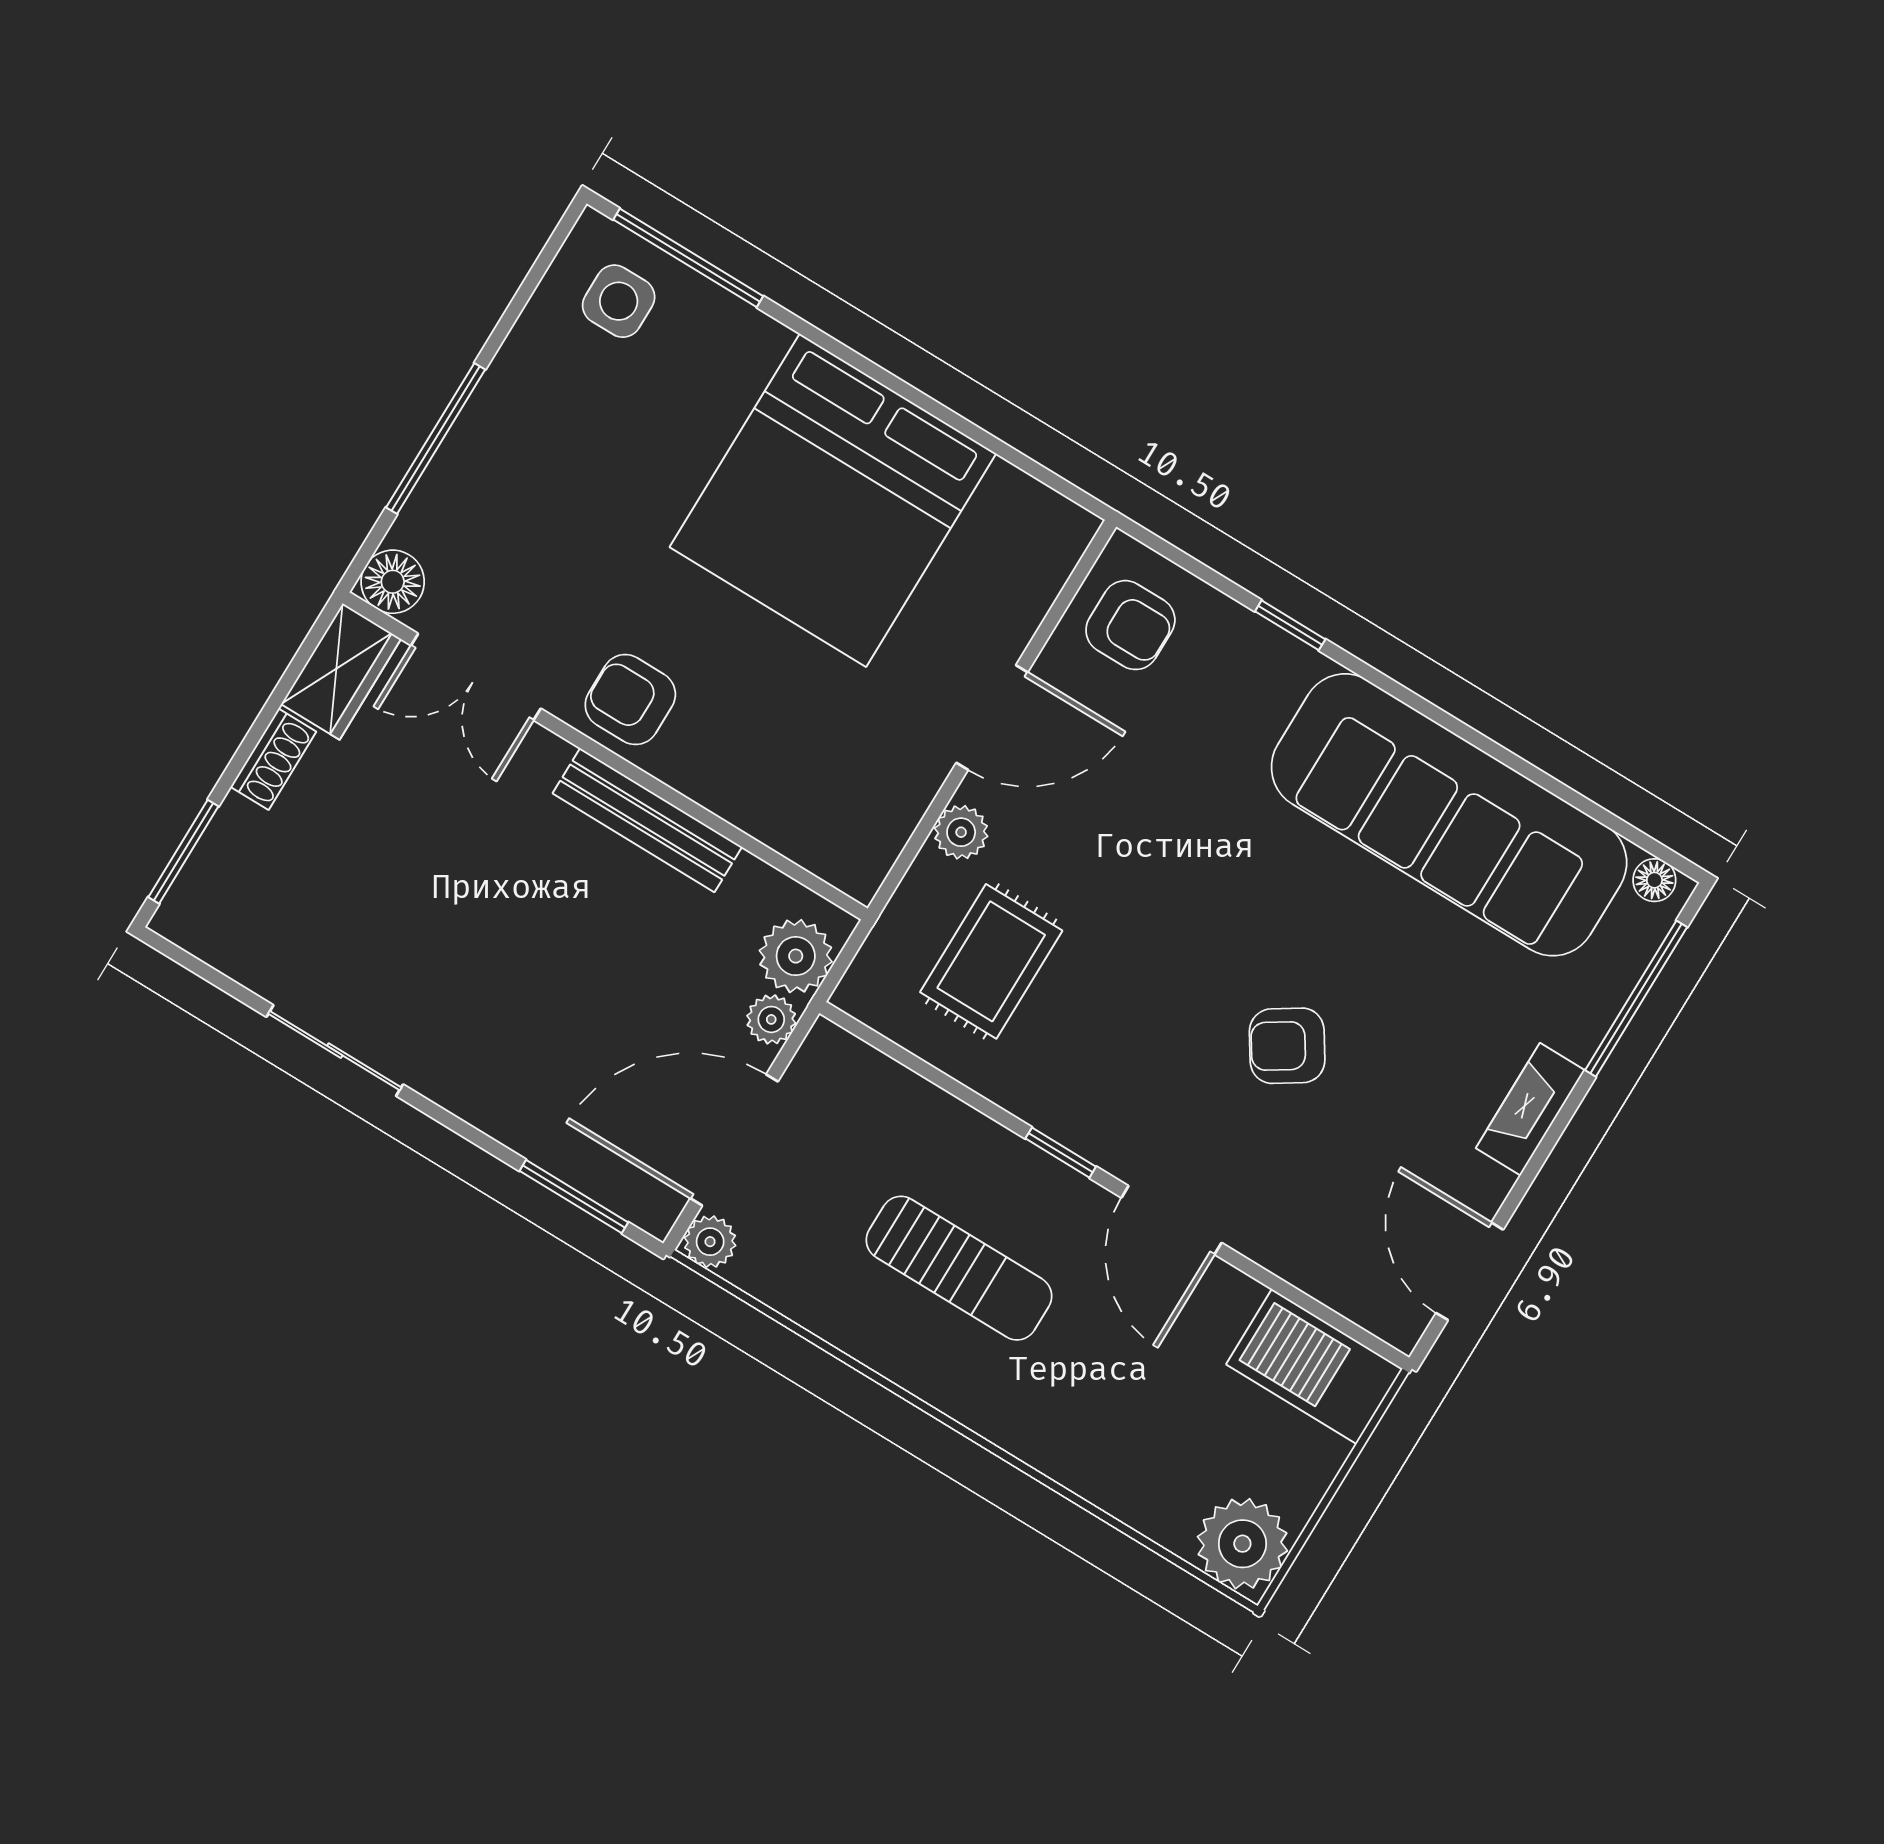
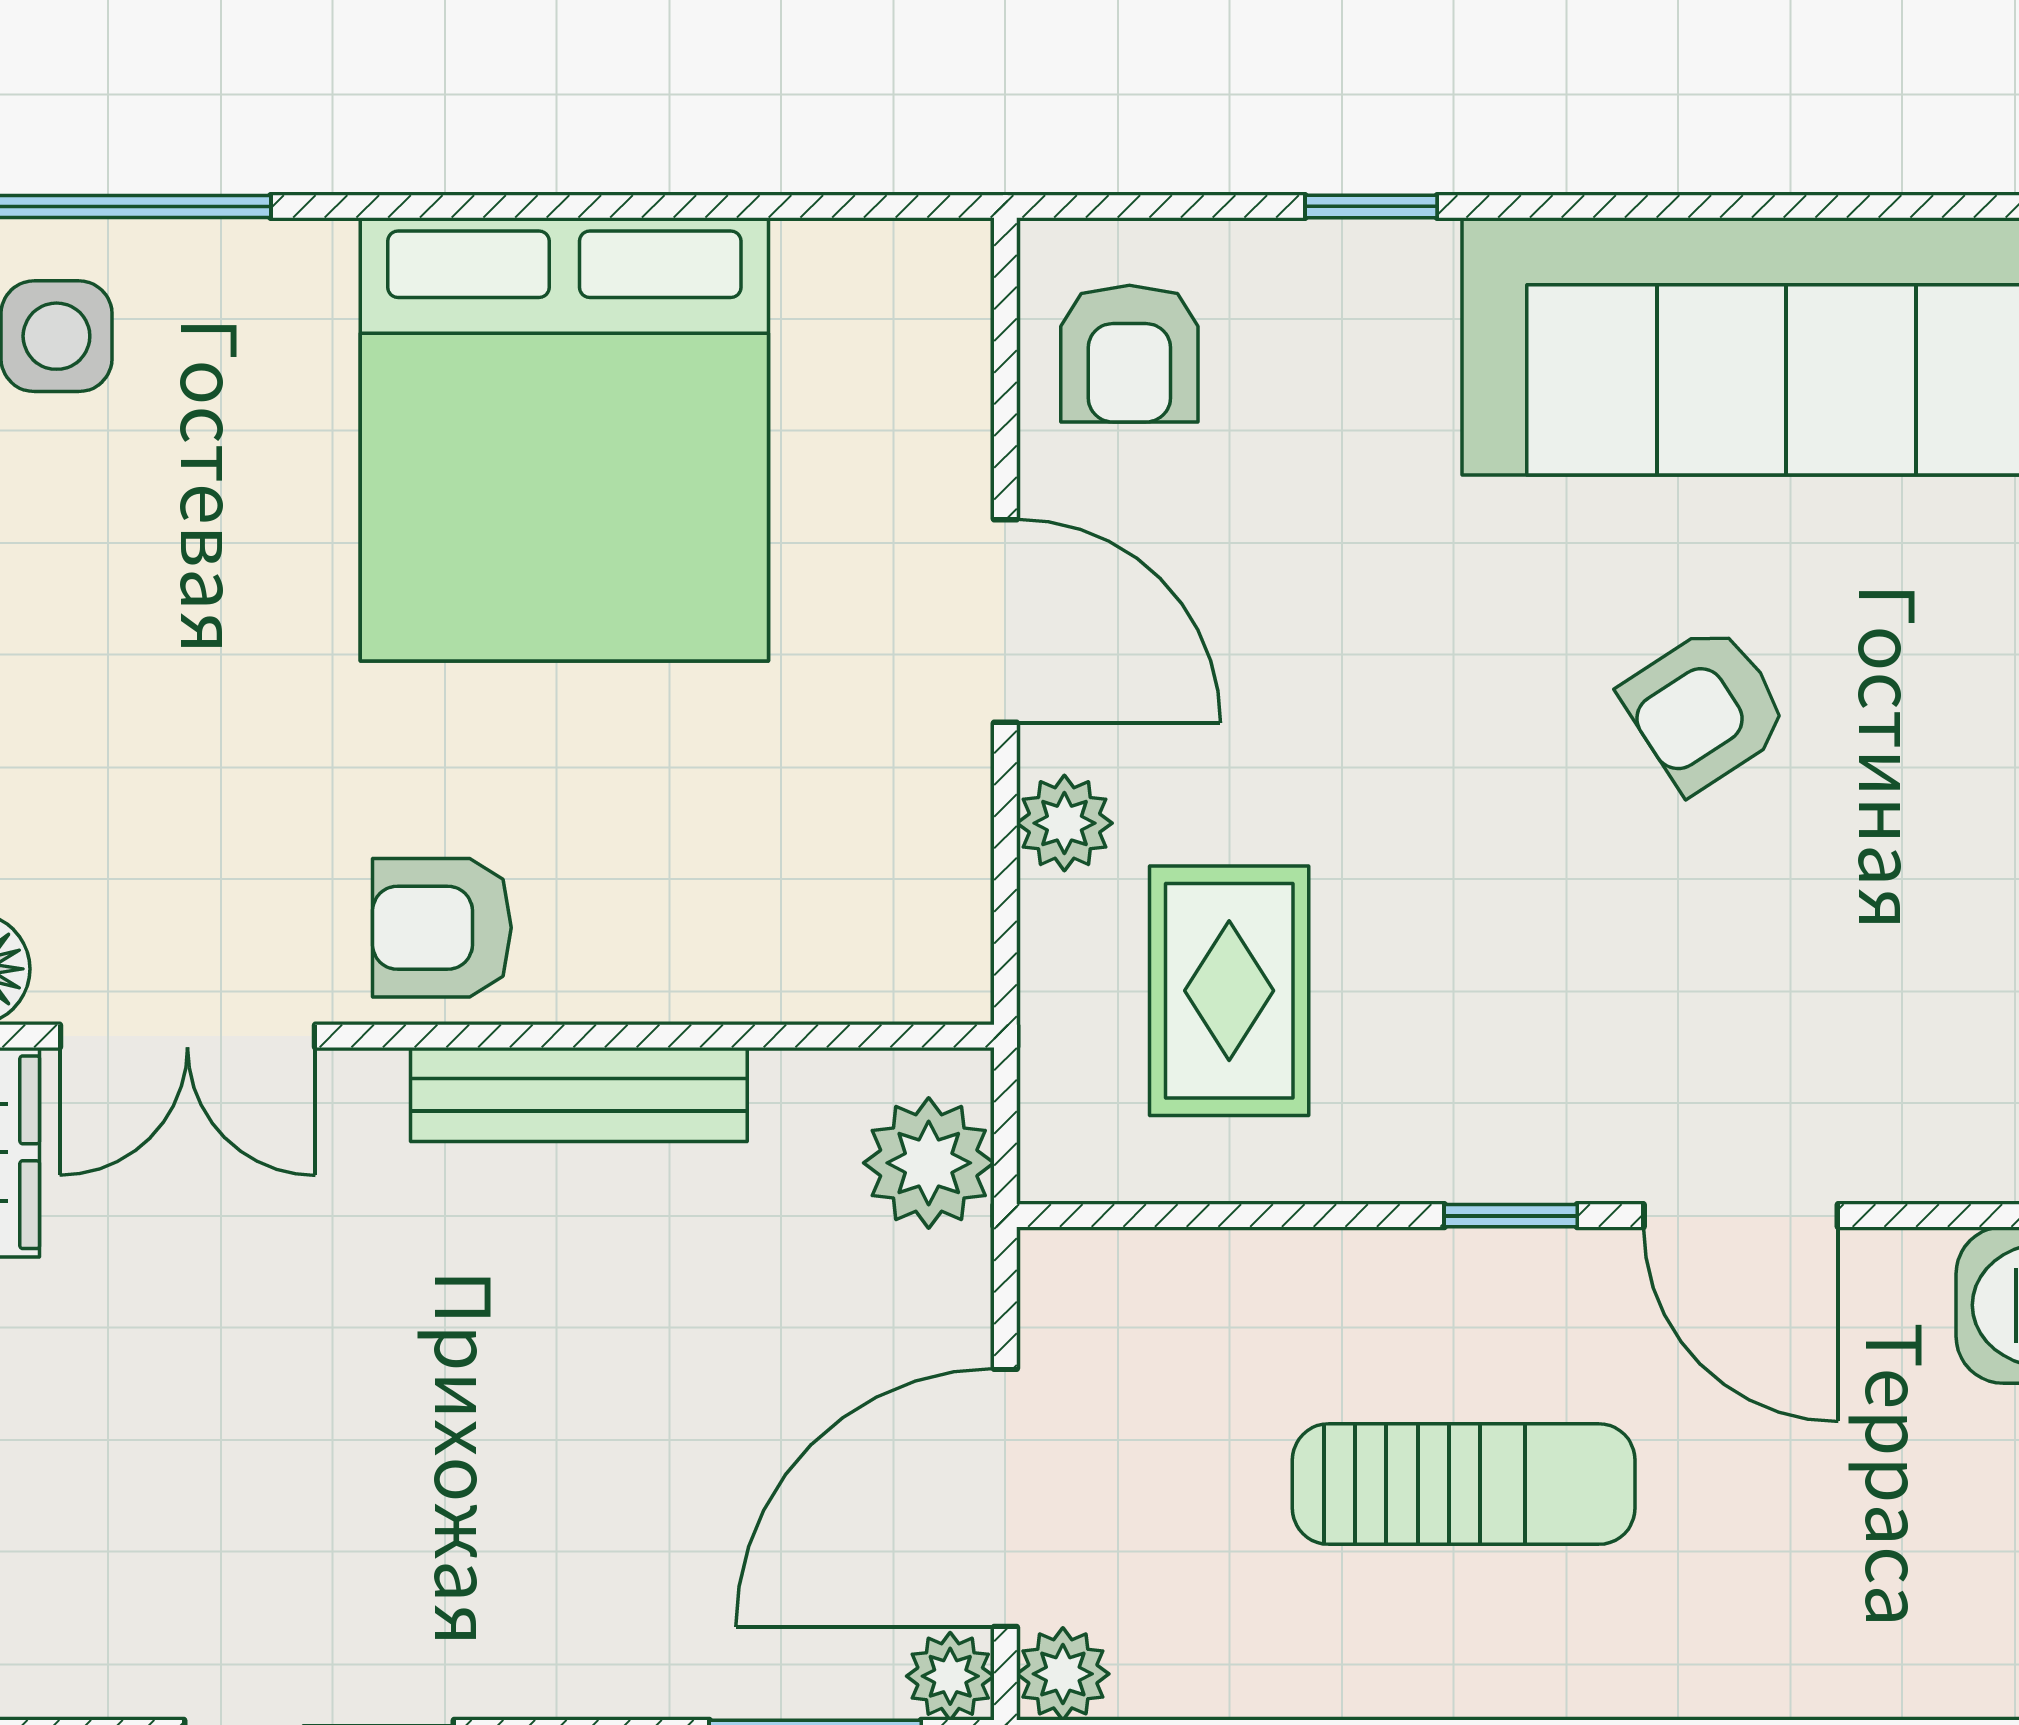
armchair: (1130, 625) -> (1129, 354), turned 90
door: (992, 717) -> (1005, 621), hinge flipped
plant: (771, 1019) -> (950, 1676), moved
armchair: (1287, 1046) -> (1705, 709), moved

